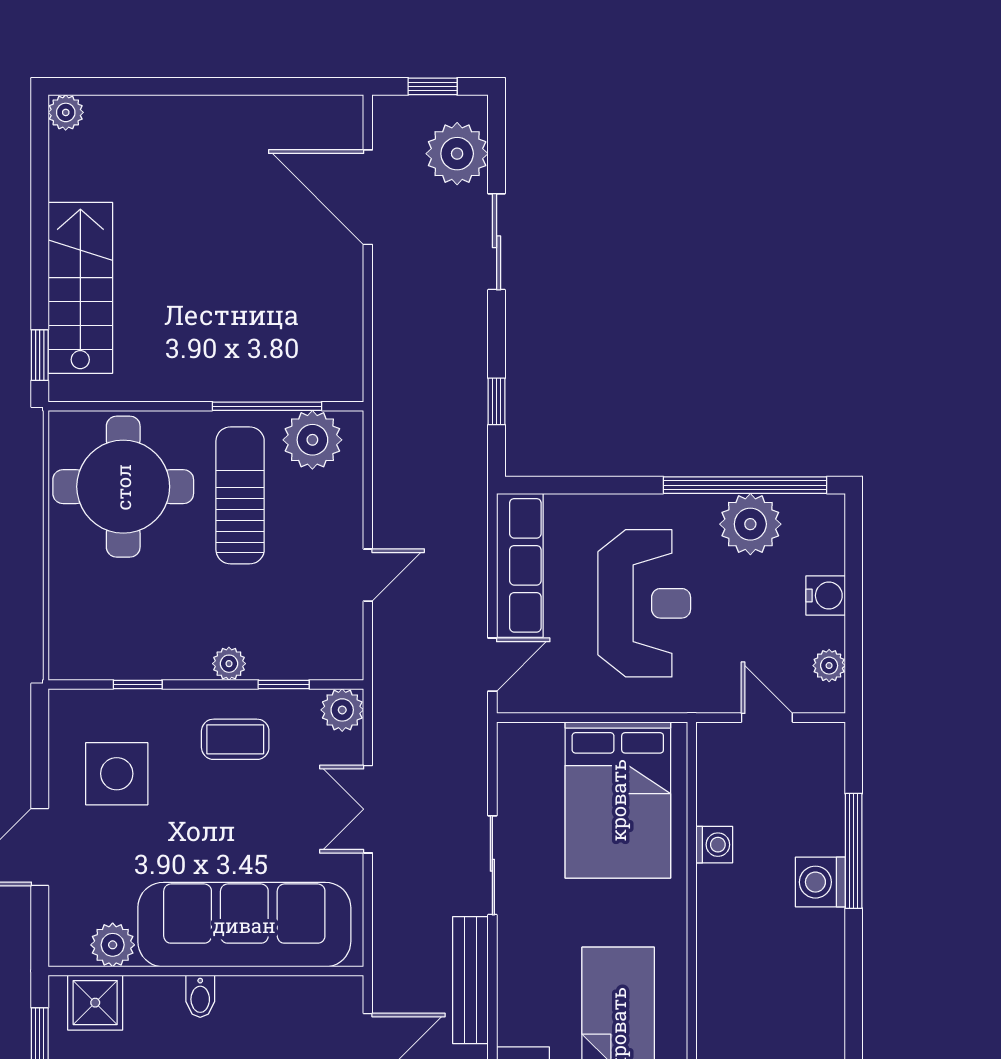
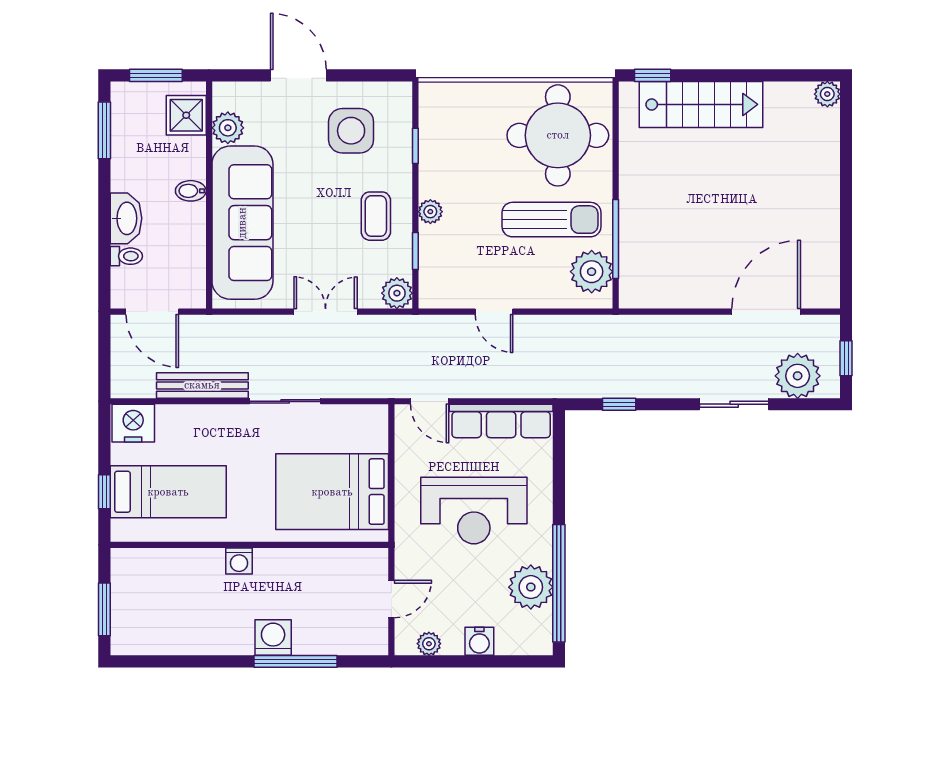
washing machine: (714, 845) -> (239, 561), moved

